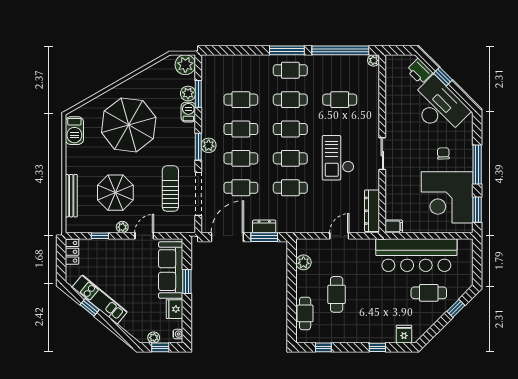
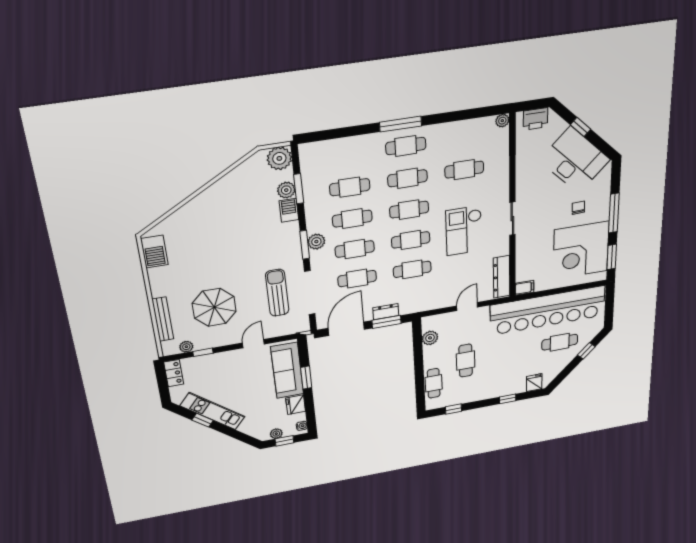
window: (340, 50) -> (464, 115), removed
printer: (419, 71) -> (536, 119), moved, turned -45
parasol: (129, 125) -> (219, 235), removed
plant: (122, 227) -> (186, 347), moved
bar counter: (416, 255) -> (548, 310), width x1.36

